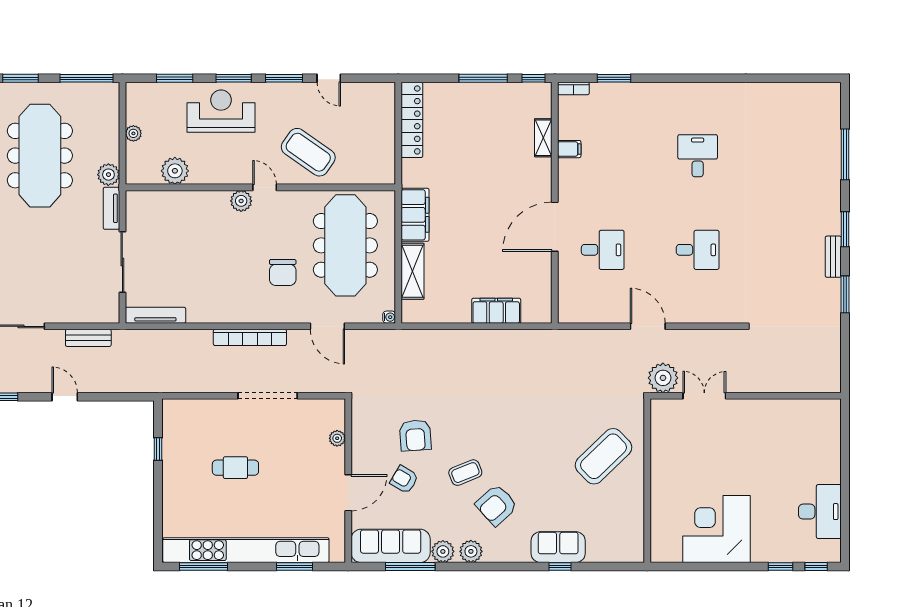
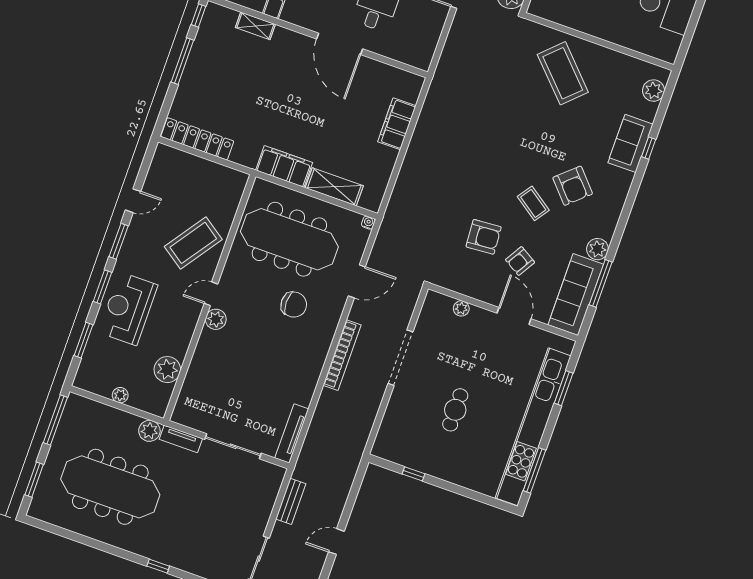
coffee table: (465, 473) -> (533, 203), turned -33
plant: (471, 551) -> (654, 91), moved

